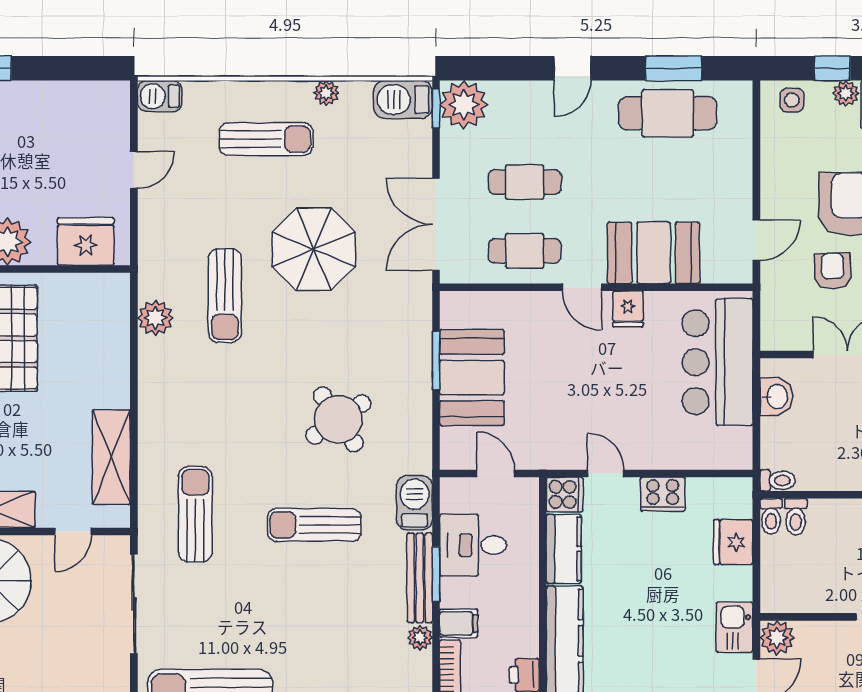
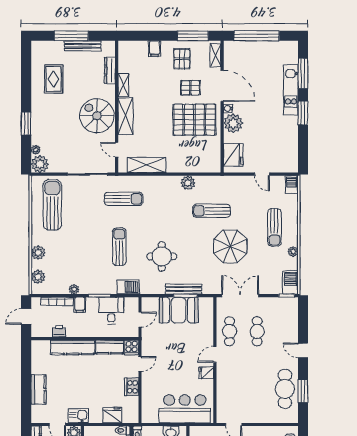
plant: (464, 105) -> (288, 307), removed
booth: (654, 253) -> (229, 383), removed
plant: (155, 318) -> (188, 183), moved
round table: (338, 419) -> (162, 256), turned 34
bench: (420, 578) -> (184, 289), moved

